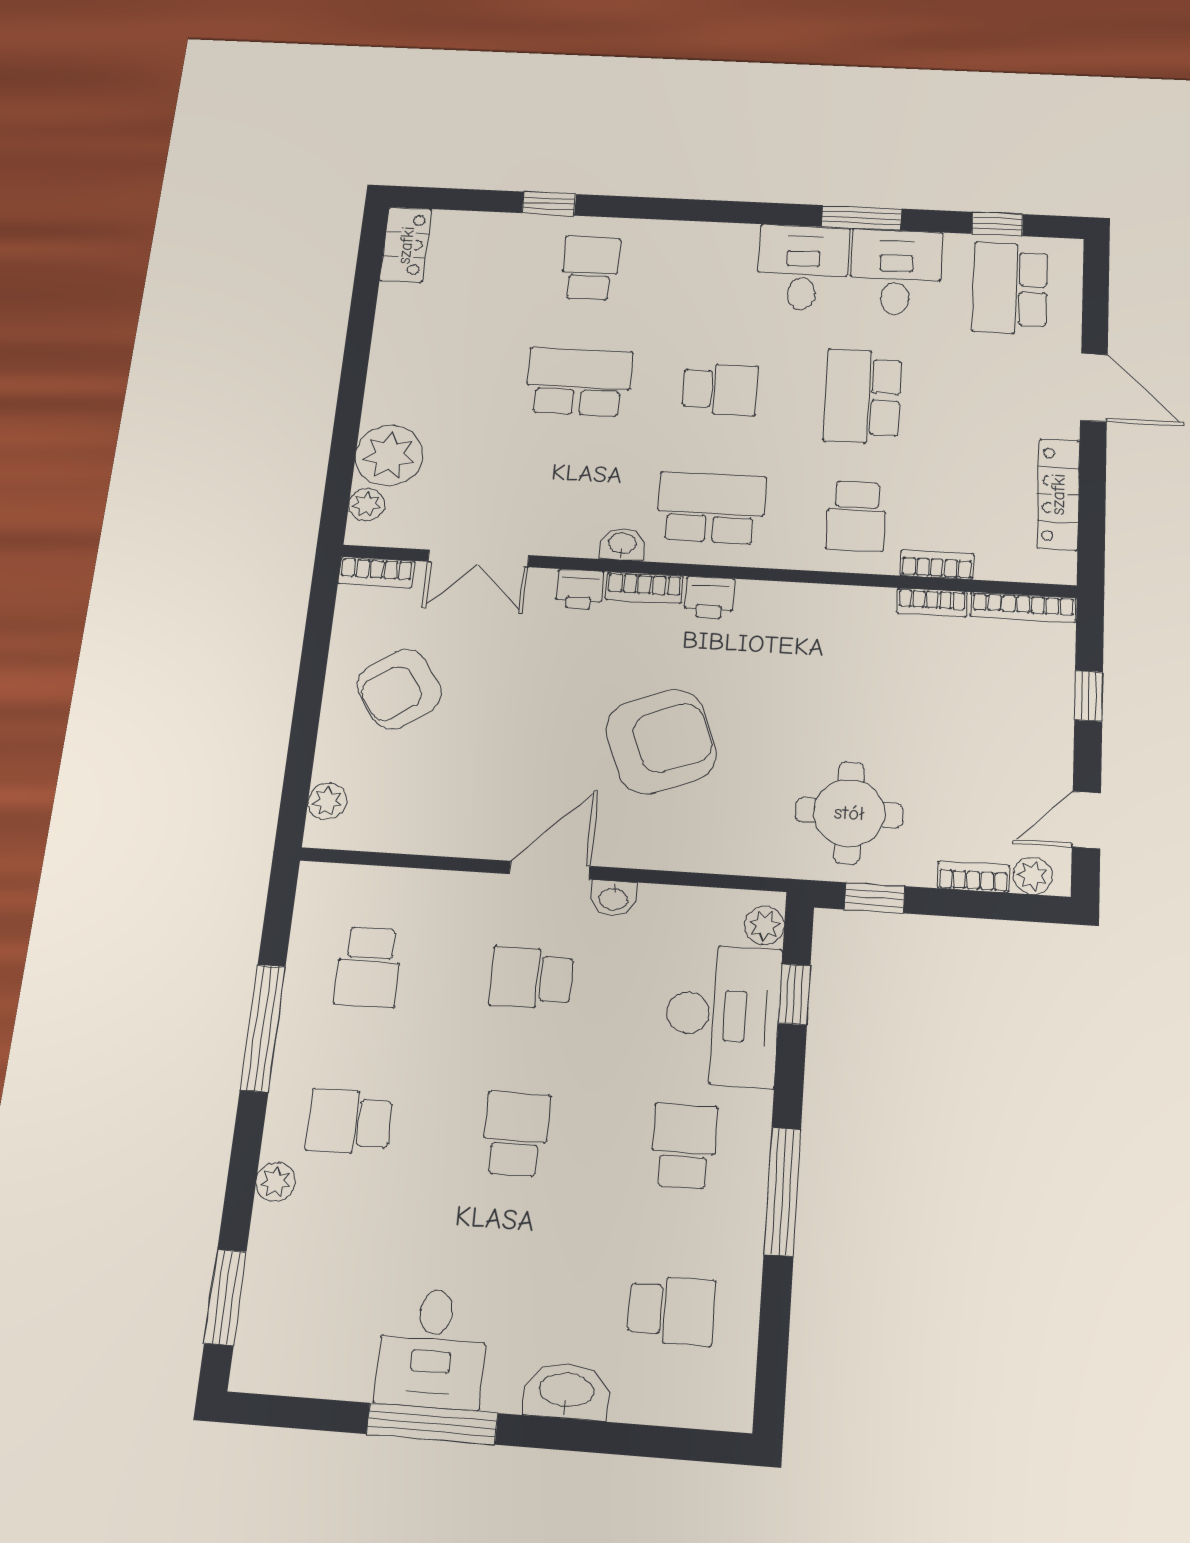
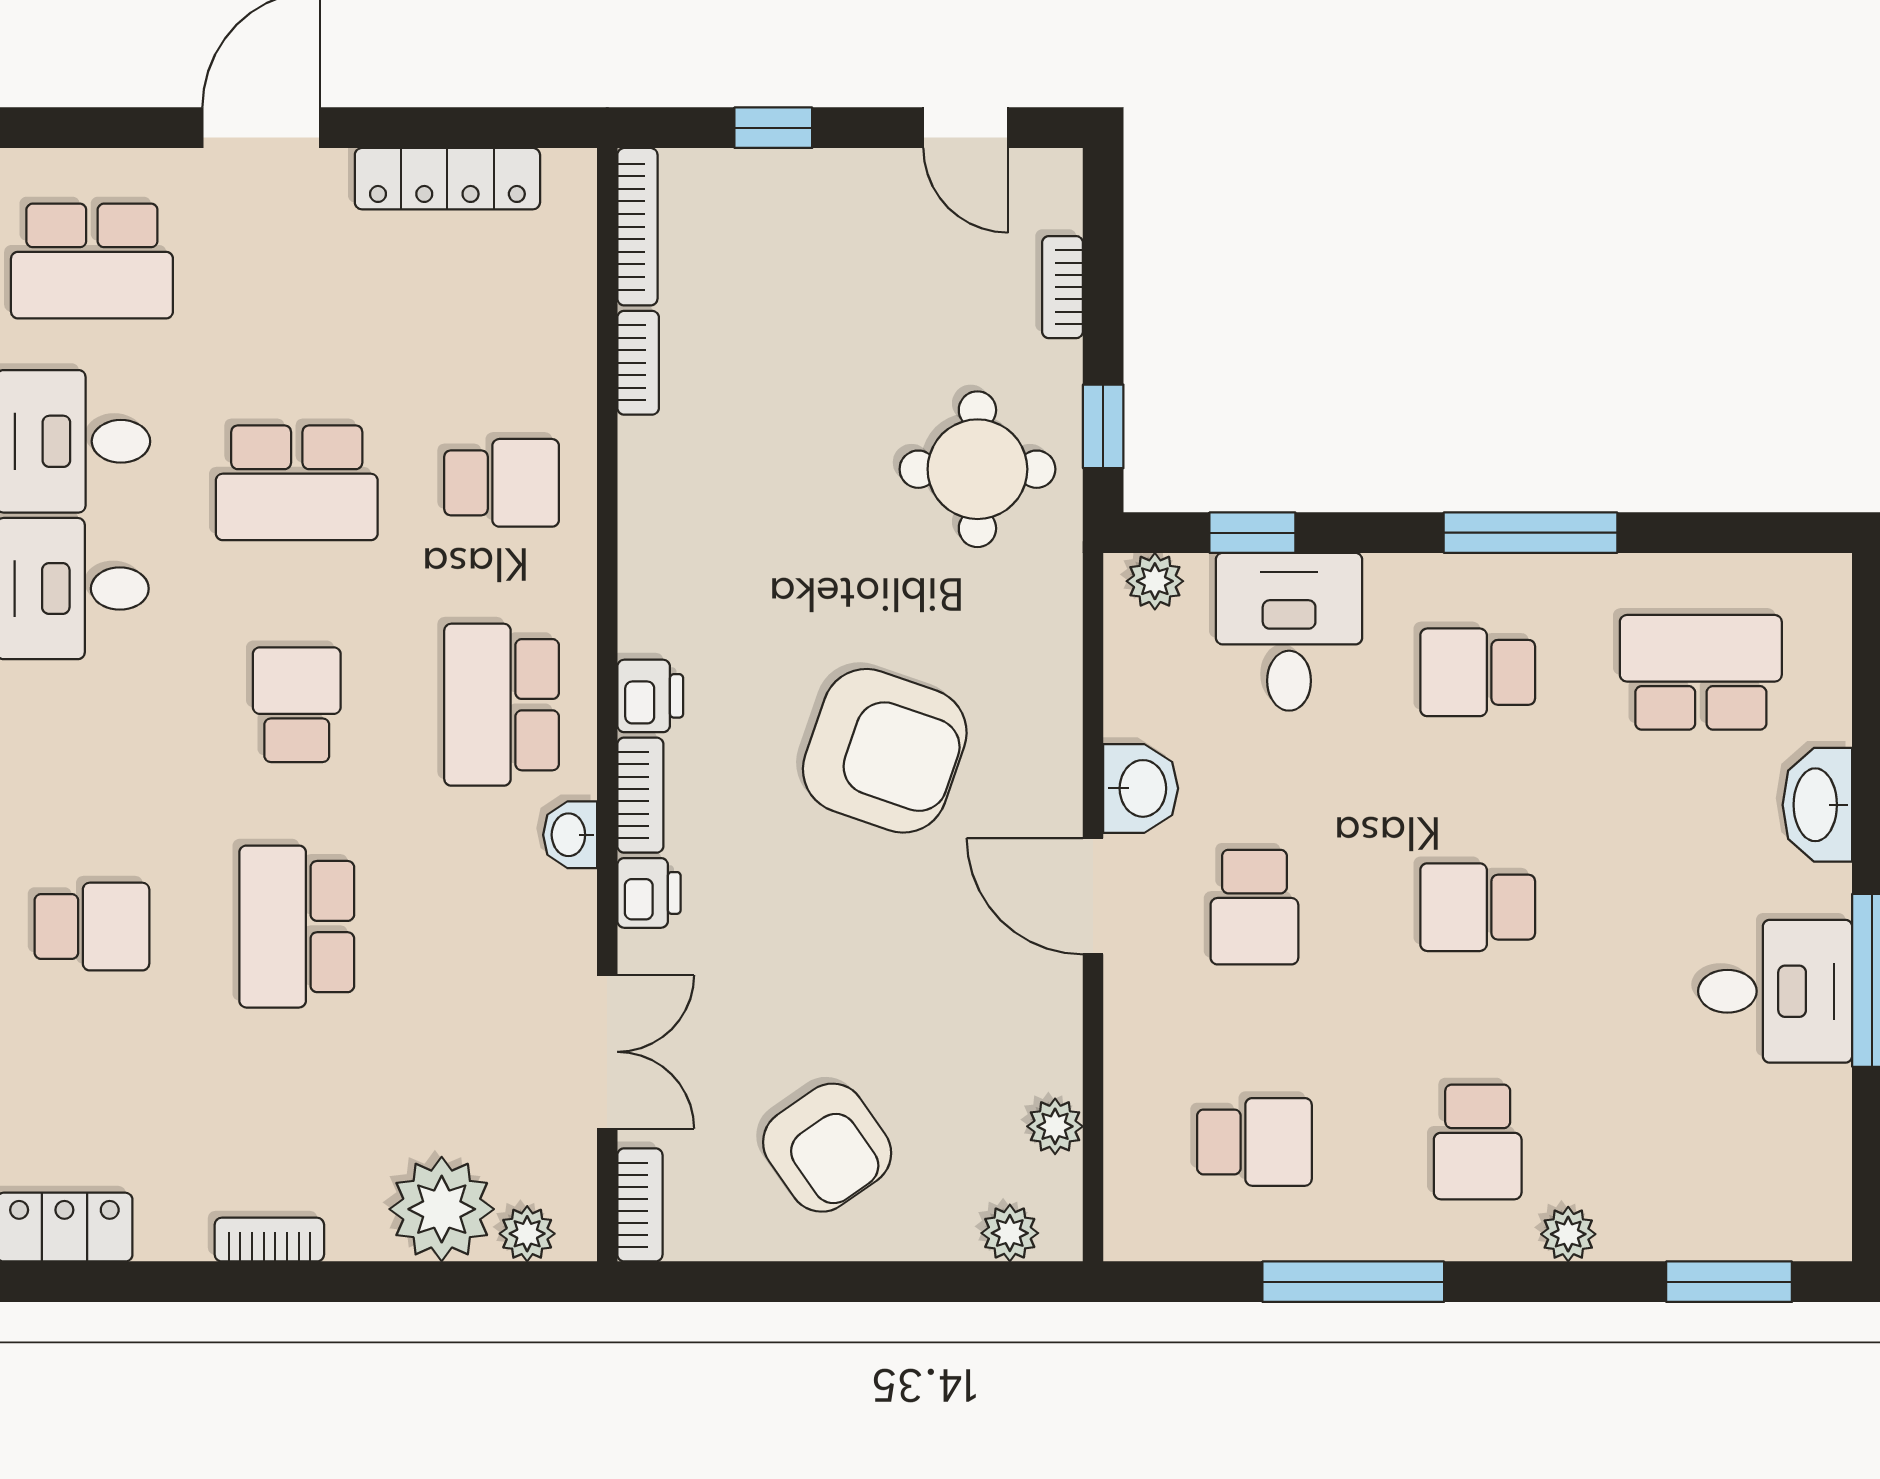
school desk: (590, 268) -> (92, 927), turned 180
bookcase: (937, 565) -> (269, 1240), moved, turned 90
armchair: (661, 741) -> (885, 751), turned 130
plant: (1033, 876) -> (1055, 1126), moved
washbasin: (613, 898) -> (1141, 788), width x1.38, depth x1.45
desk: (723, 1015) -> (1289, 632), width x0.73
school desk: (672, 1310) -> (1701, 672), width x1.85

